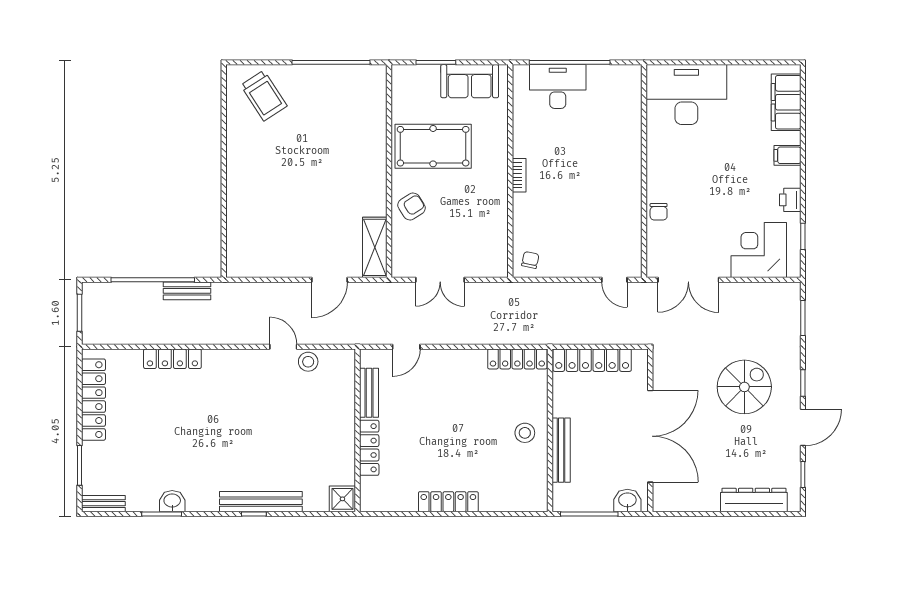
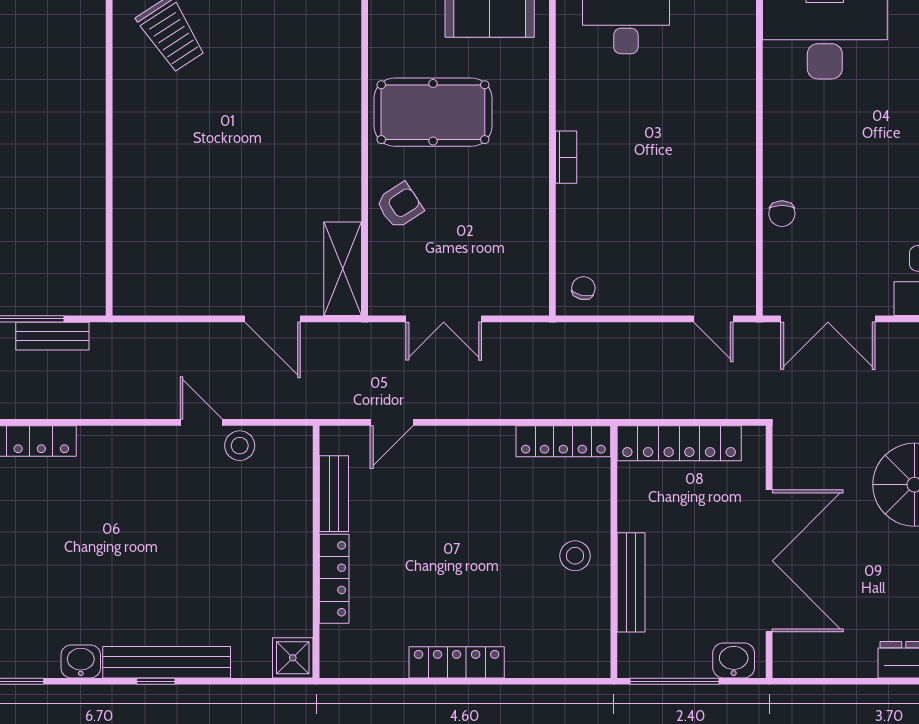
door: (329, 280) -> (273, 319), hinge flipped
washbasin: (172, 501) -> (81, 661), moved

